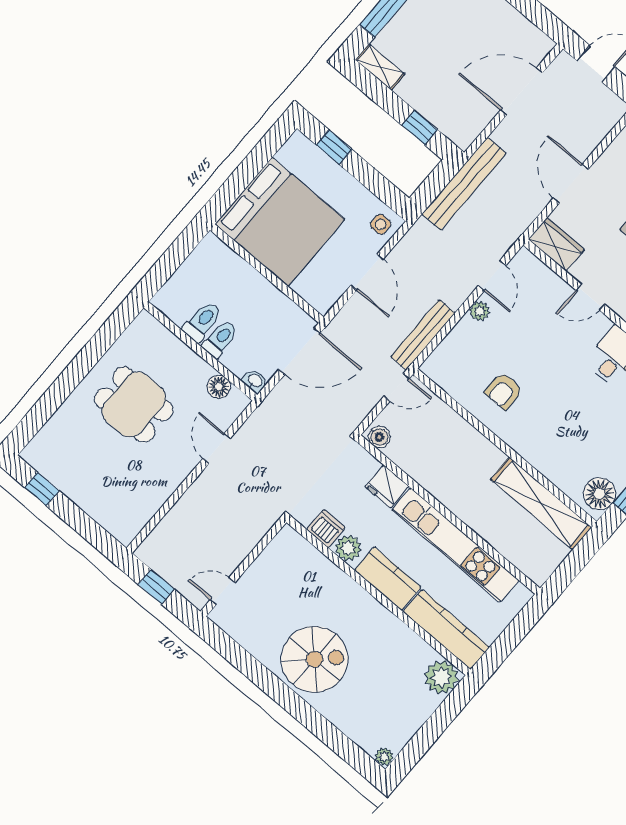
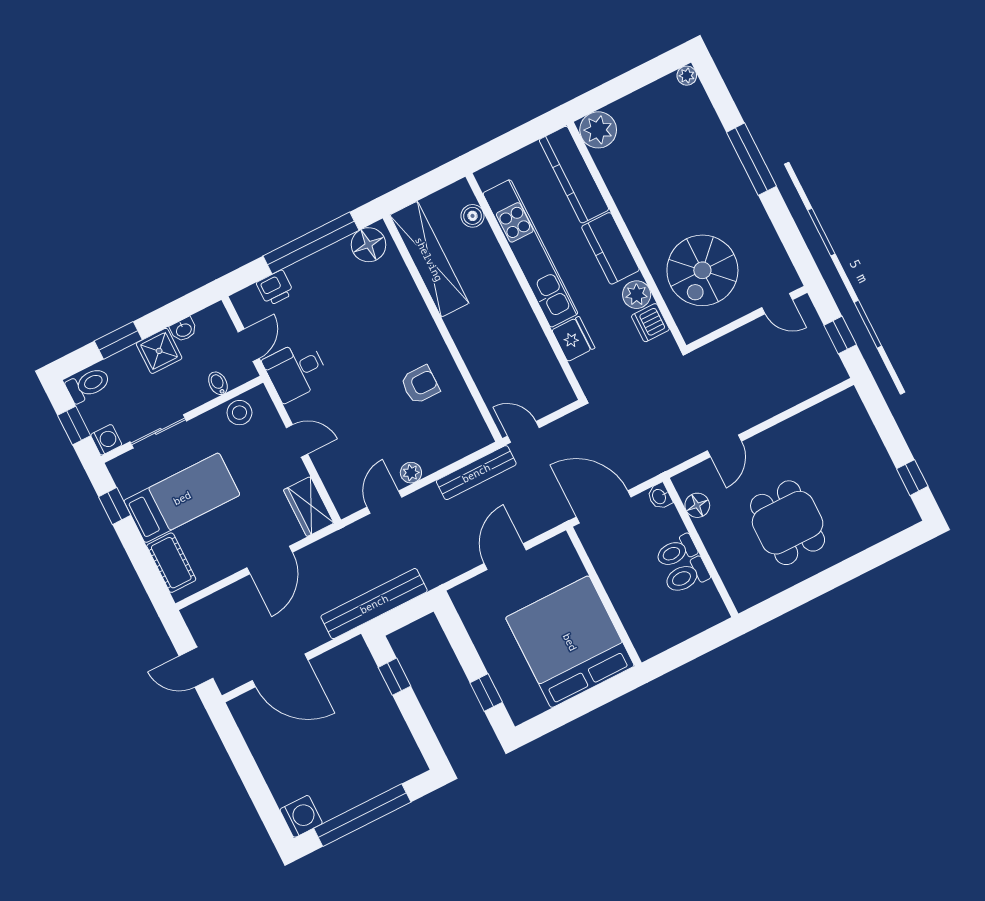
shelving: (380, 67) -> (408, 752), removed
side table: (381, 224) -> (472, 598), removed
boiler: (379, 437) -> (473, 216), moved
spiral stairs: (315, 659) -> (702, 270), moved, turned -90
window: (298, 707) -> (751, 159), added

